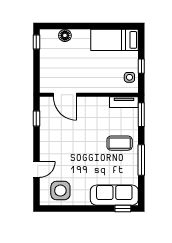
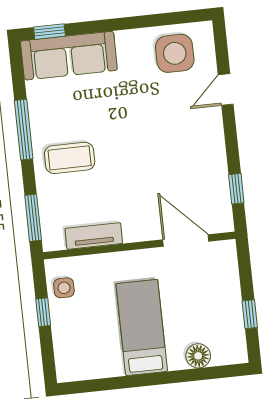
bed: (115, 40) -> (142, 327), moved, turned -90
window: (36, 42) -> (250, 314), moved
tv unit: (124, 102) -> (94, 236), moved

